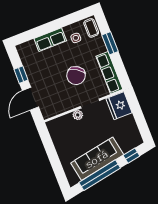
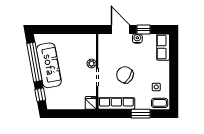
row of seats: (50, 40) -> (163, 47), moved
water cooler: (33, 77) -> (137, 39), added
fridge: (119, 106) -> (91, 103), width x0.53, depth x0.75

